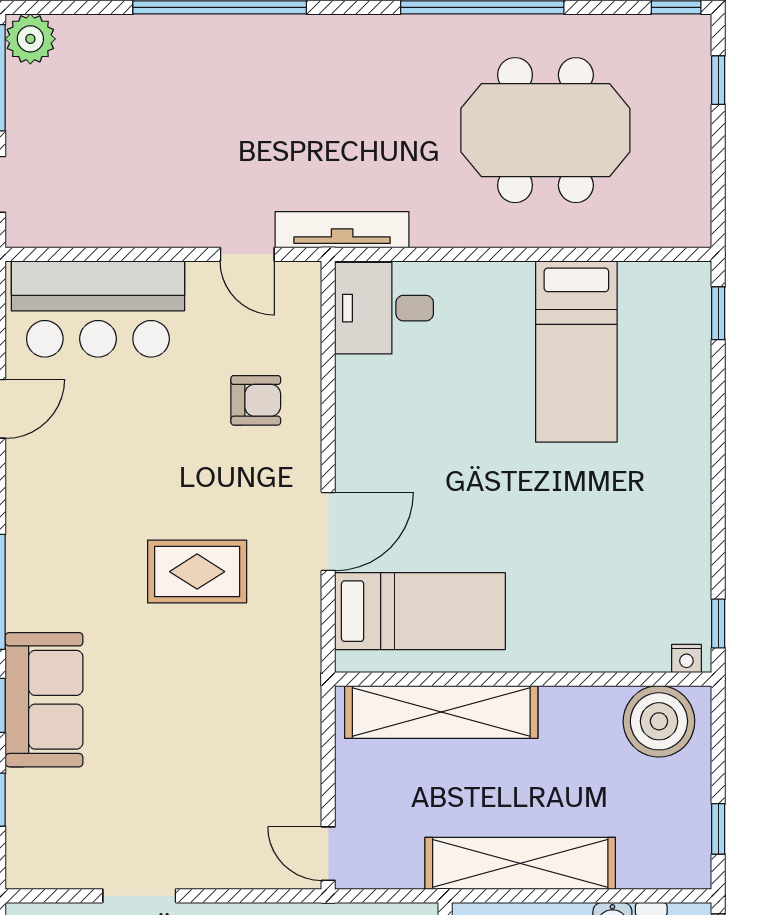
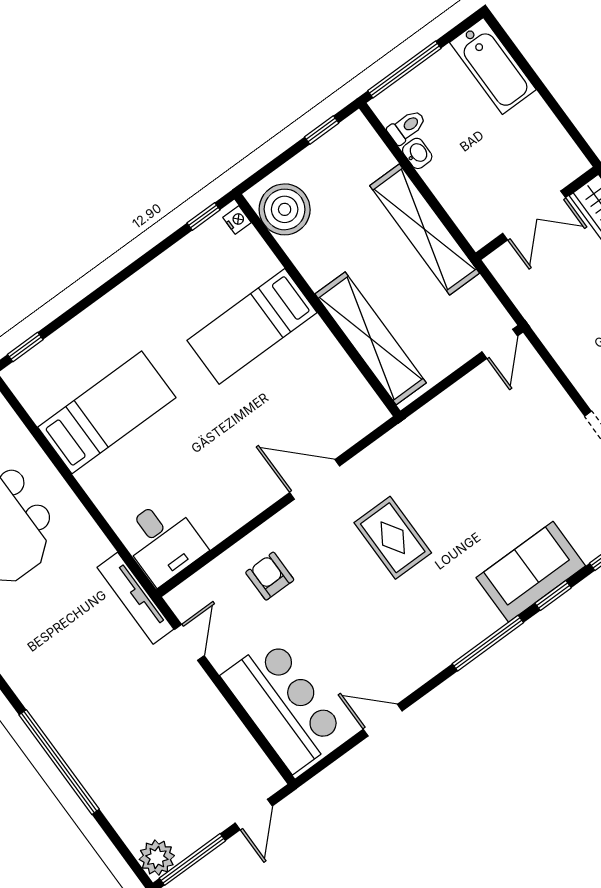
bed: (420, 611) -> (252, 326), moved, turned -90

